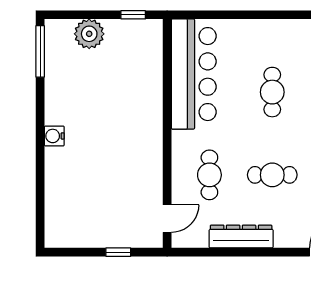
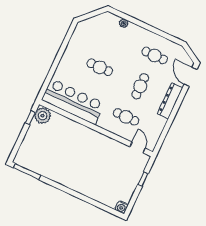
plant: (89, 34) -> (43, 116), moved
water cooler: (54, 136) -> (121, 207), moved
dresser: (241, 237) -> (170, 101), moved

